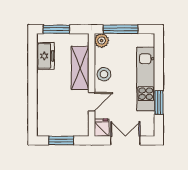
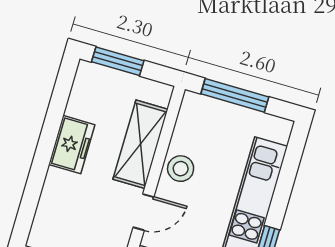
plant: (102, 41) -> (194, 106), removed
freezer: (45, 56) -> (72, 145), moved

